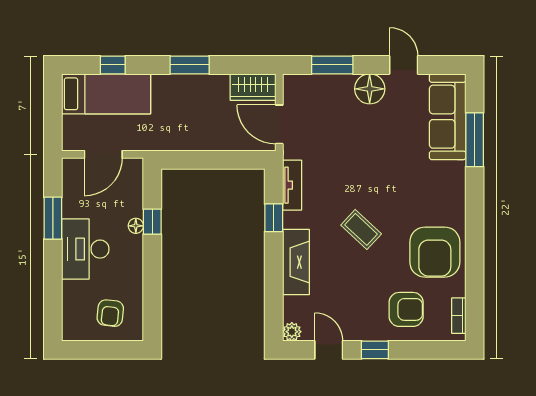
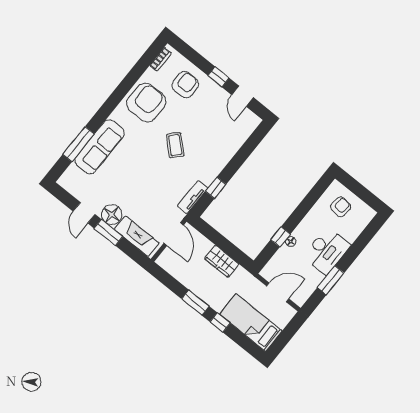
window: (113, 65) -> (220, 323), moved
window: (332, 65) -> (108, 232), moved
wardrobe: (253, 87) -> (222, 261), moved, turned 180
sofa: (448, 117) -> (100, 147), moved
fireplace: (296, 262) -> (137, 236), moved, turned 90
armchair: (406, 309) -> (185, 85), turned 89
plant: (292, 332) -> (254, 121), removed

